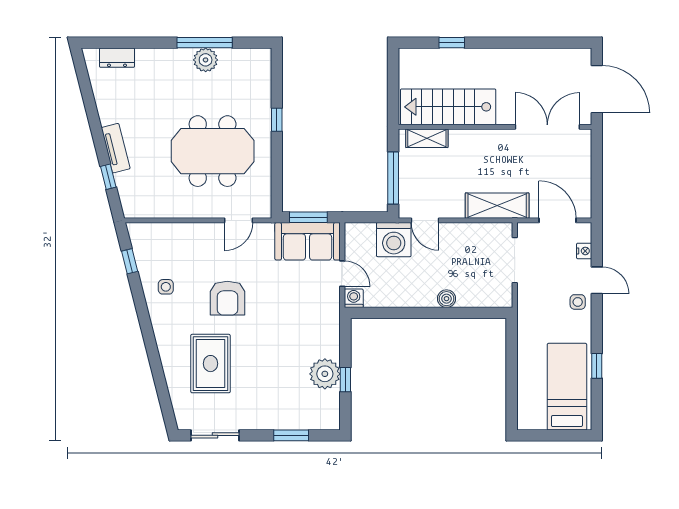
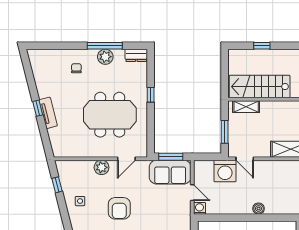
dresser: (117, 58) -> (136, 55), moved
chair: (160, 78) -> (76, 68), added
window: (108, 177) -> (38, 108), moved
window: (393, 178) -> (225, 132), width x0.69
plant: (200, 234) -> (102, 167), added

